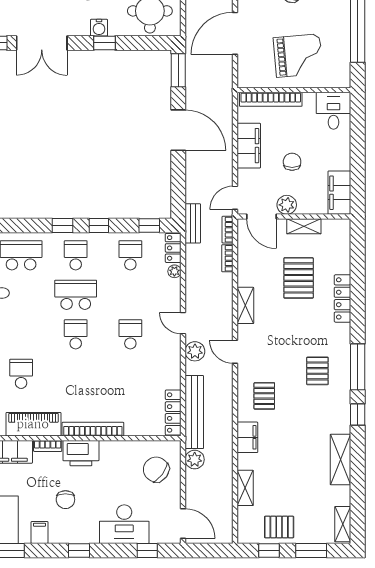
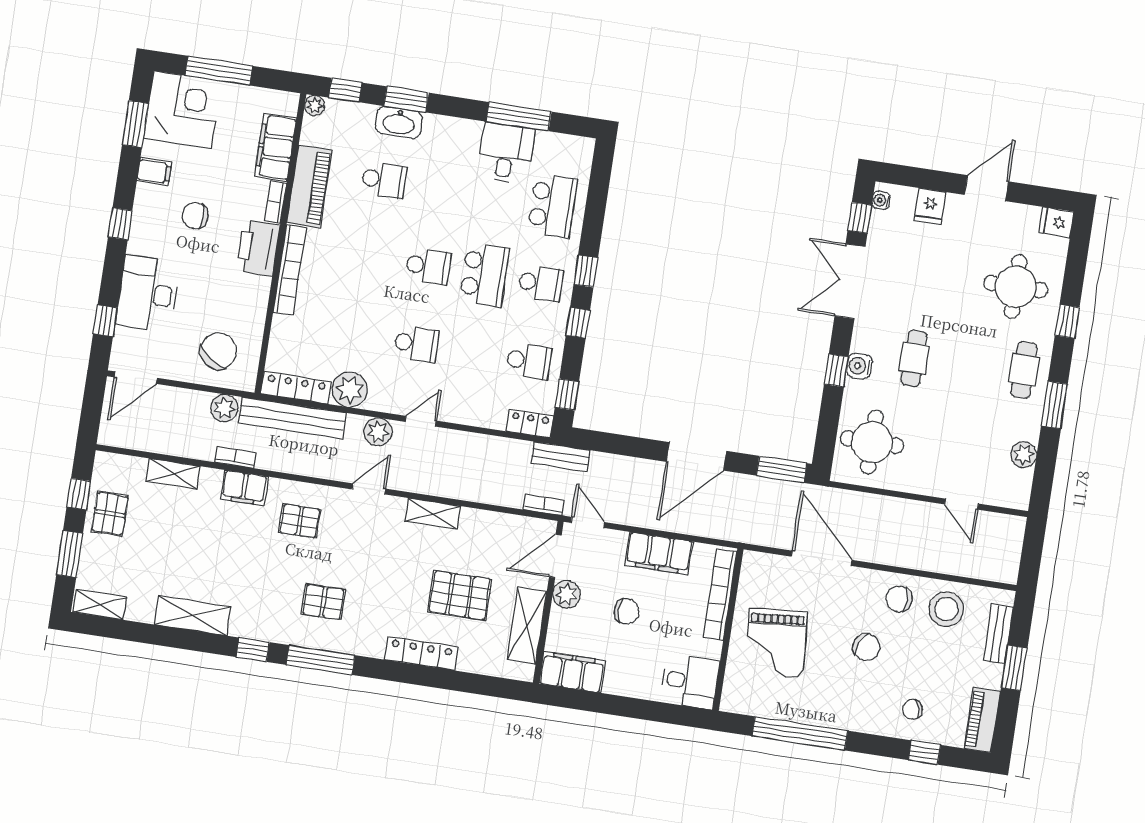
shelving: (304, 226) -> (527, 626), width x1.50, depth x1.33
bookcase: (227, 258) -> (235, 457), moved
plant: (174, 271) -> (350, 390), moved, width x1.88, depth x1.88

